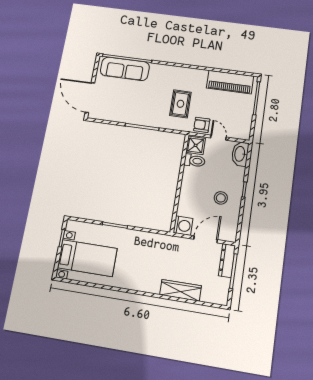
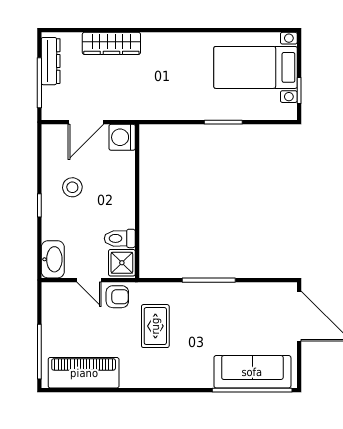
dresser: (227, 261) -> (51, 61), moved

